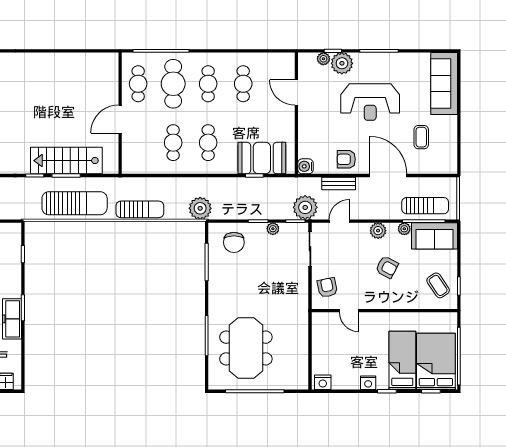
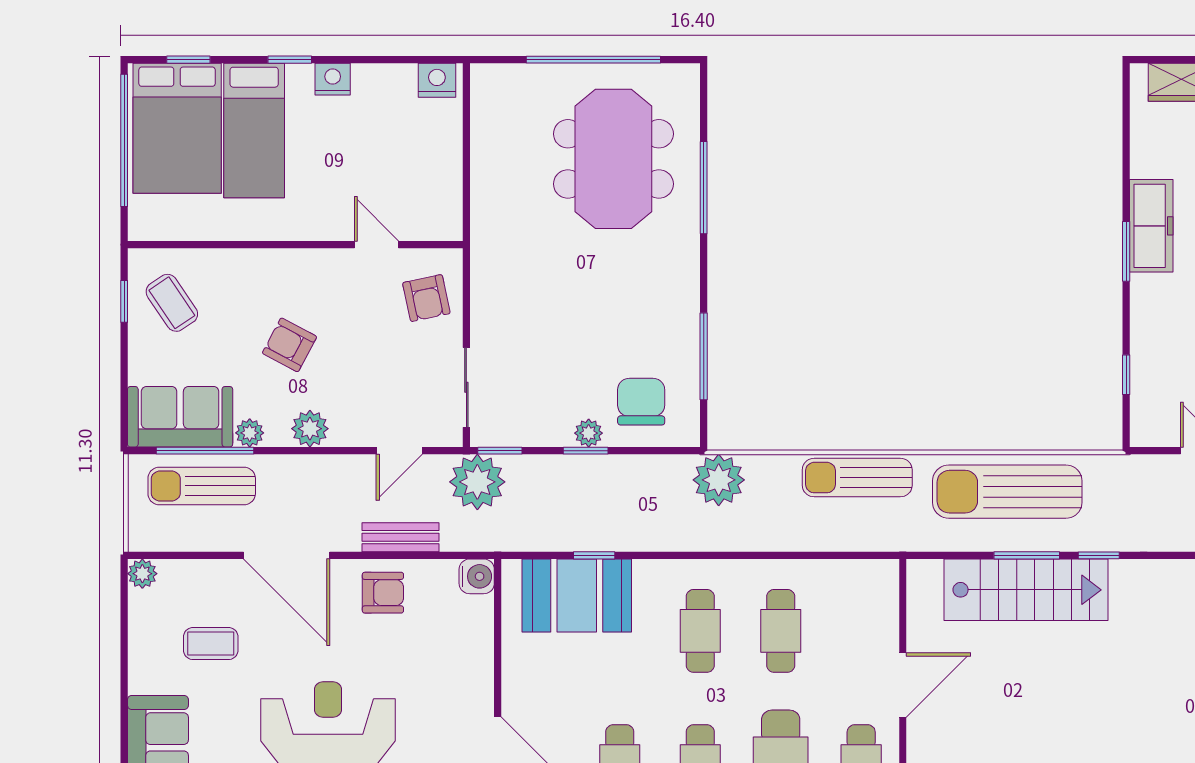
coffee table: (421, 137) -> (211, 644), turned 90
plant: (451, 168) -> (142, 574), added
plant: (273, 229) -> (589, 433), moved

